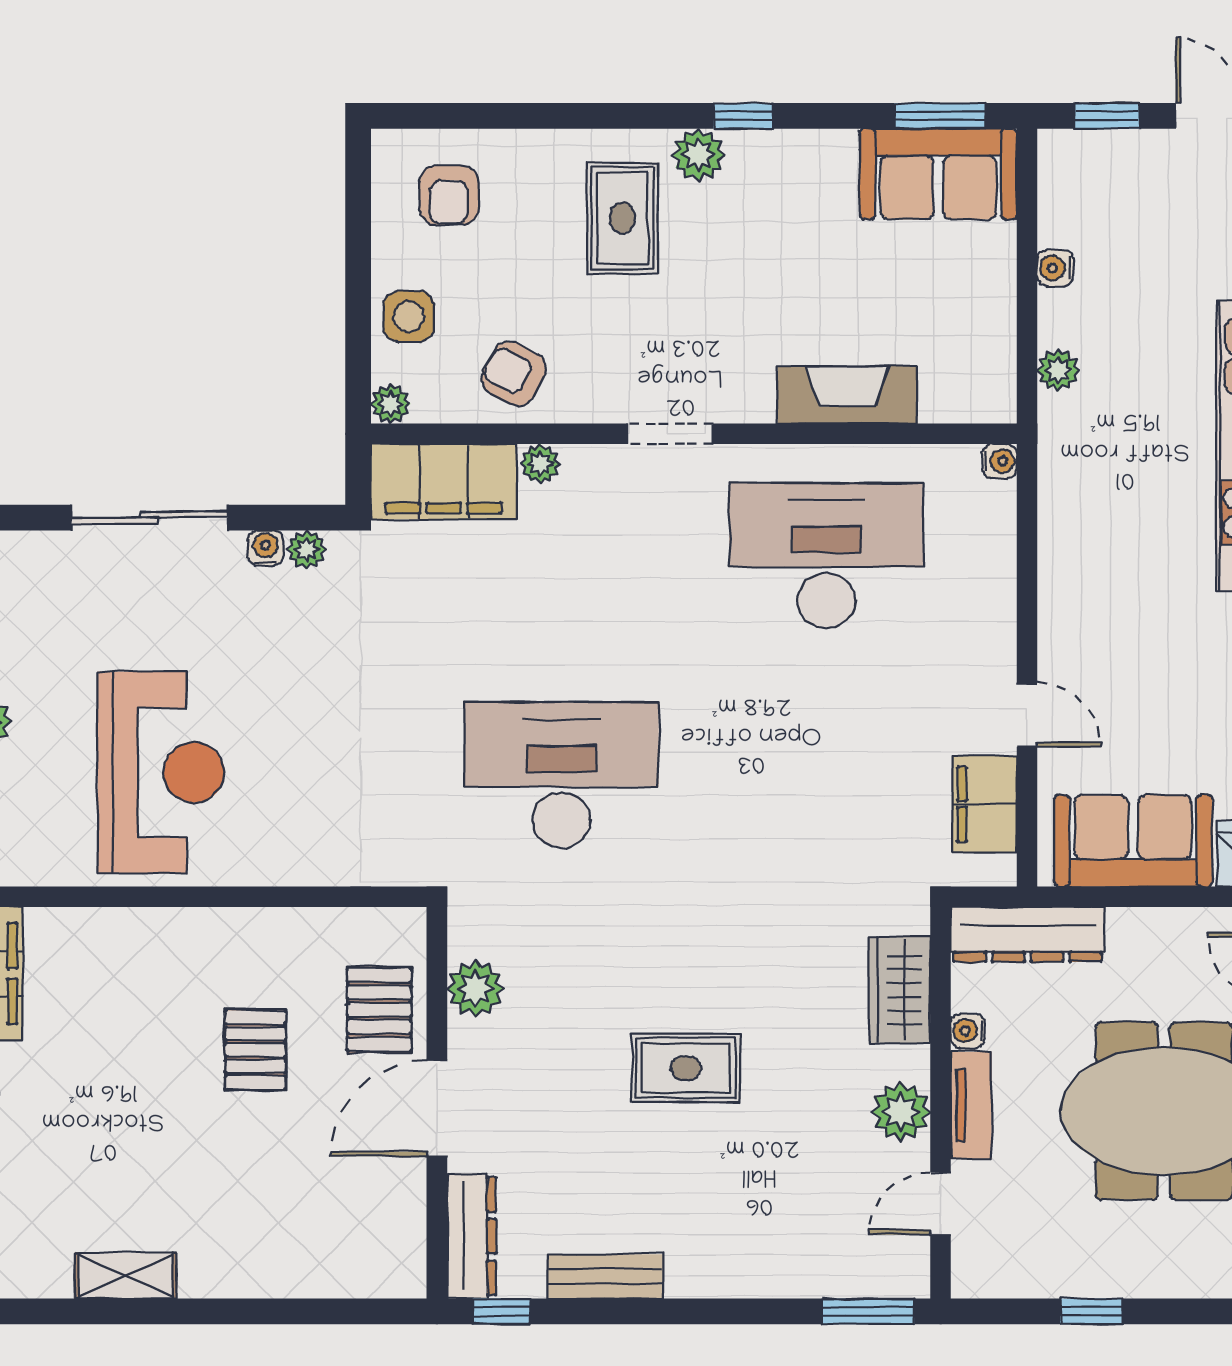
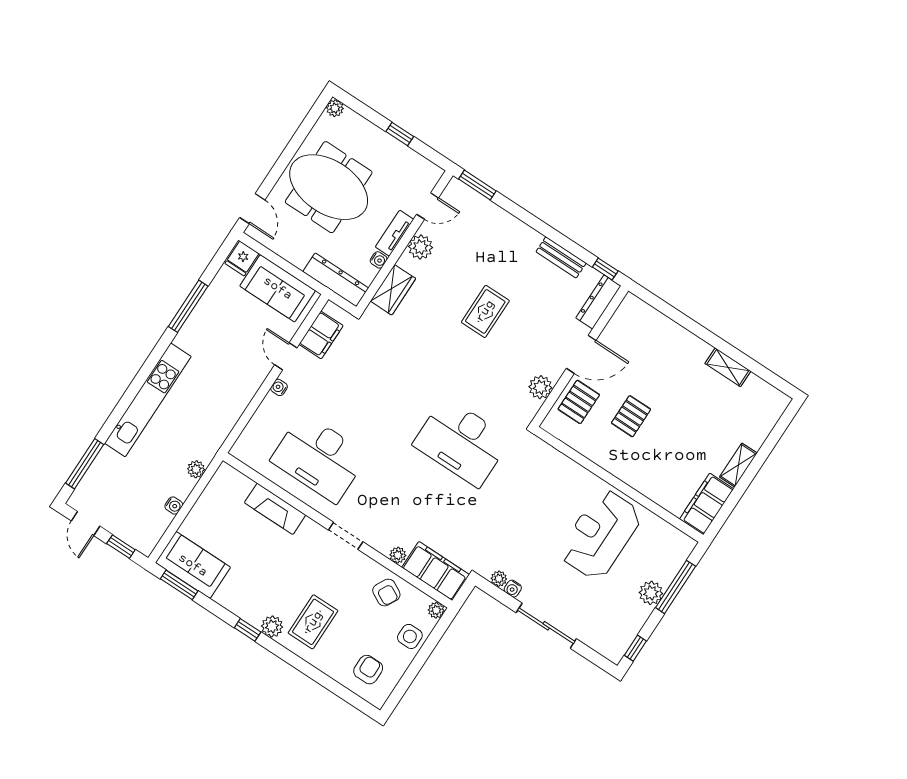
water cooler: (1000, 461) -> (279, 387), moved
rug: (686, 1068) -> (485, 311), turned 90

